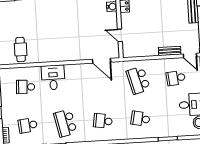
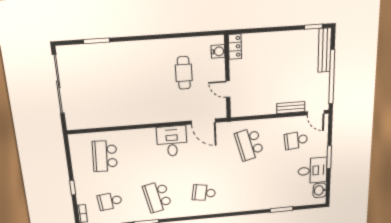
cafe table: (21, 49) -> (184, 73), moved
desk: (53, 77) -> (172, 141), moved
school desk: (26, 87) -> (105, 156), width x1.85
school desk: (140, 119) -> (250, 189), removed

